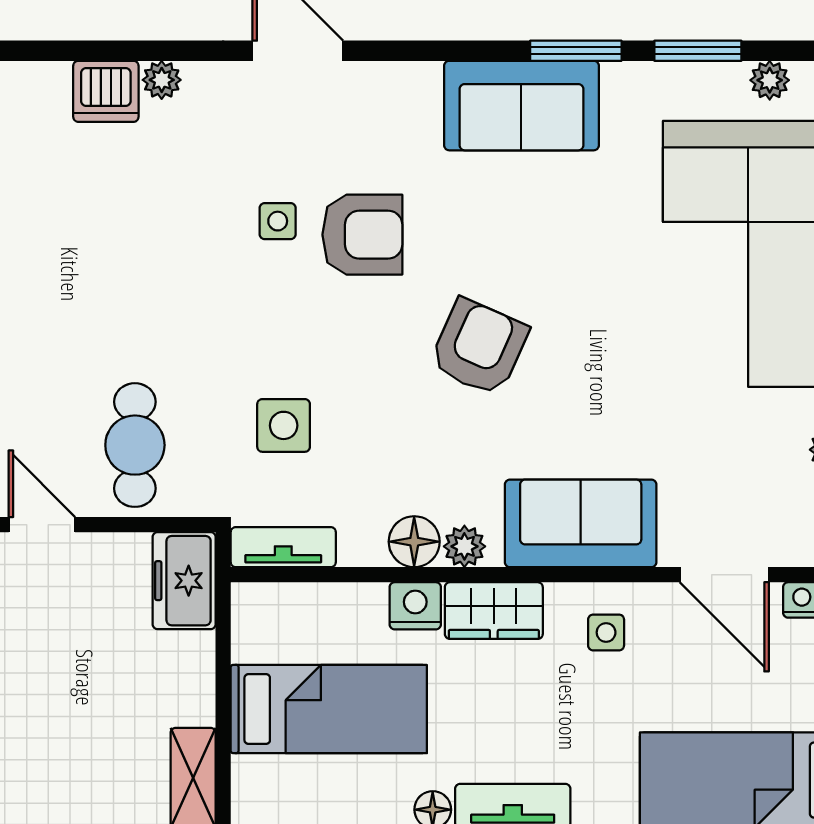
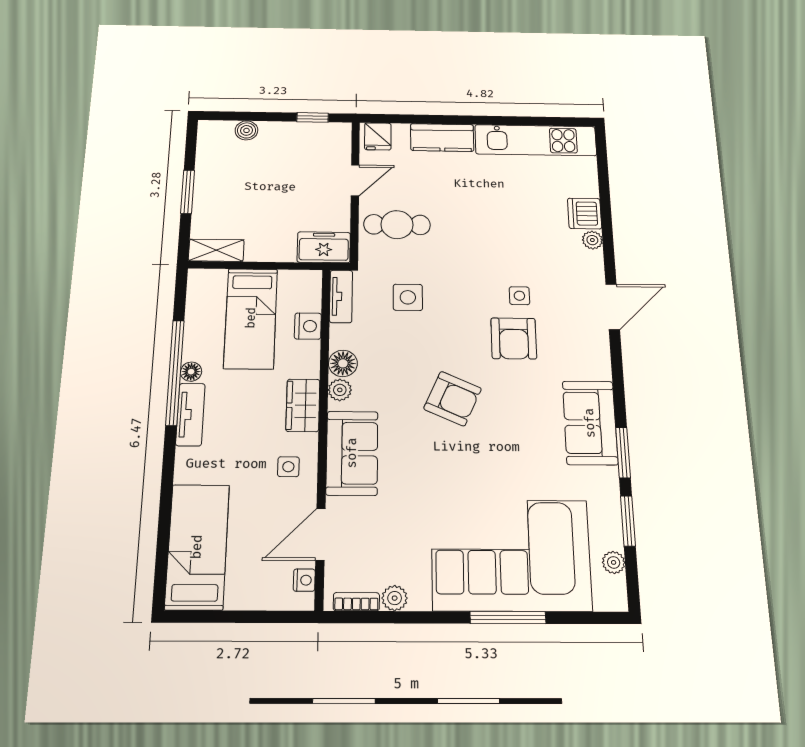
nightstand: (415, 606) -> (308, 326), moved

